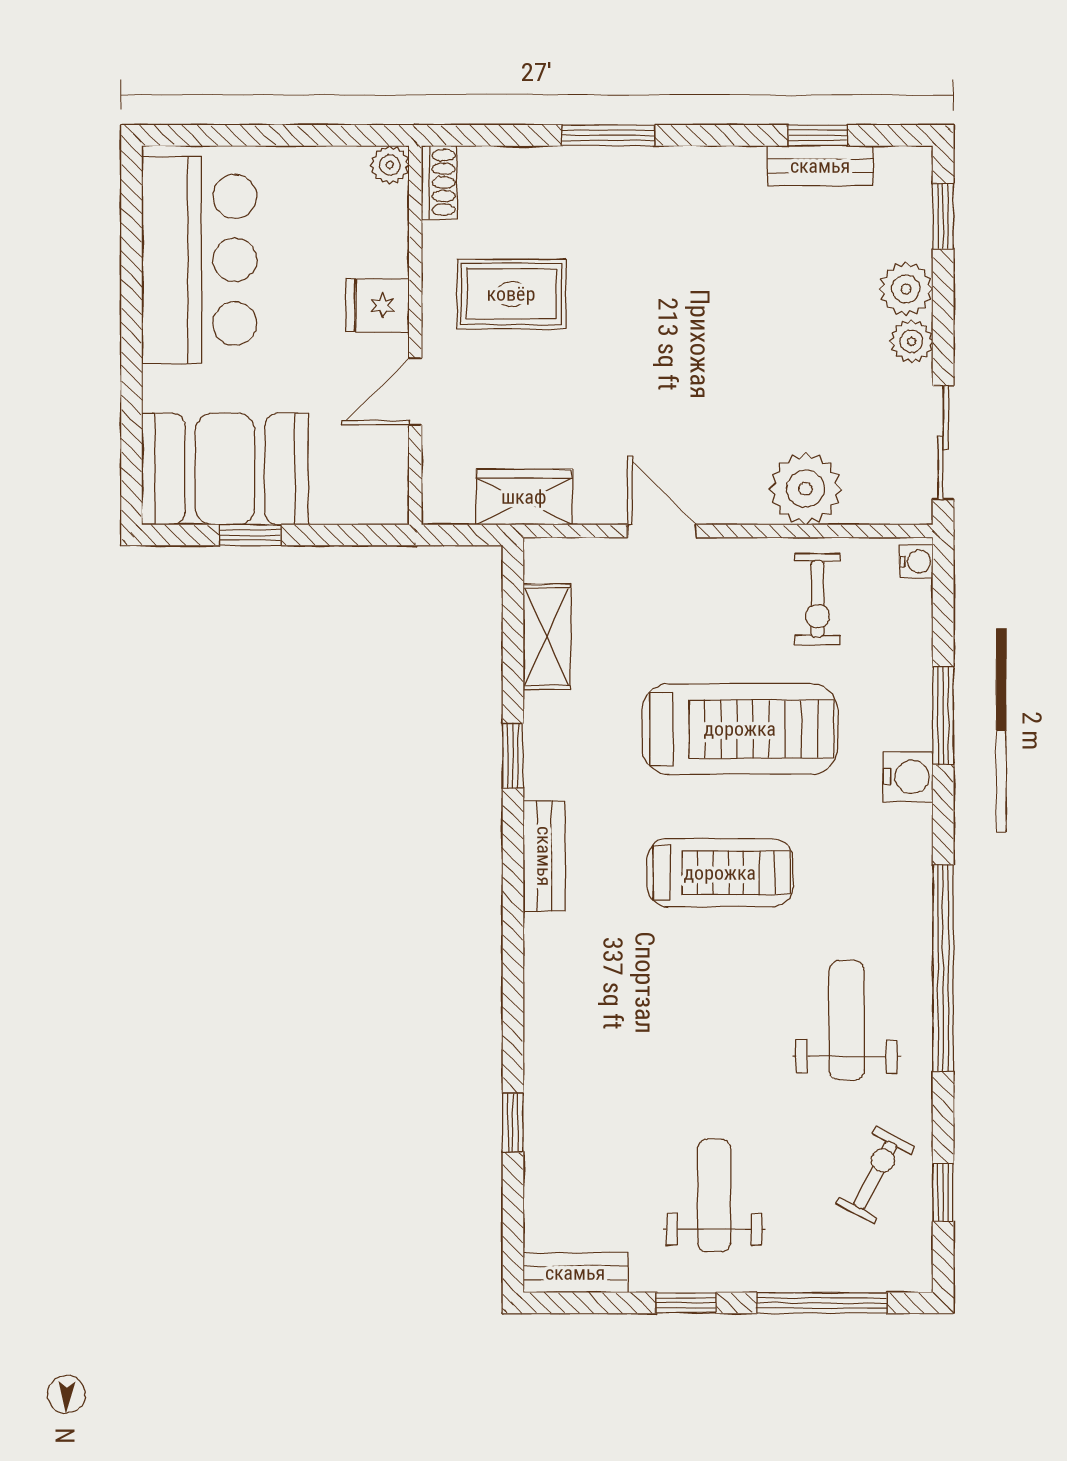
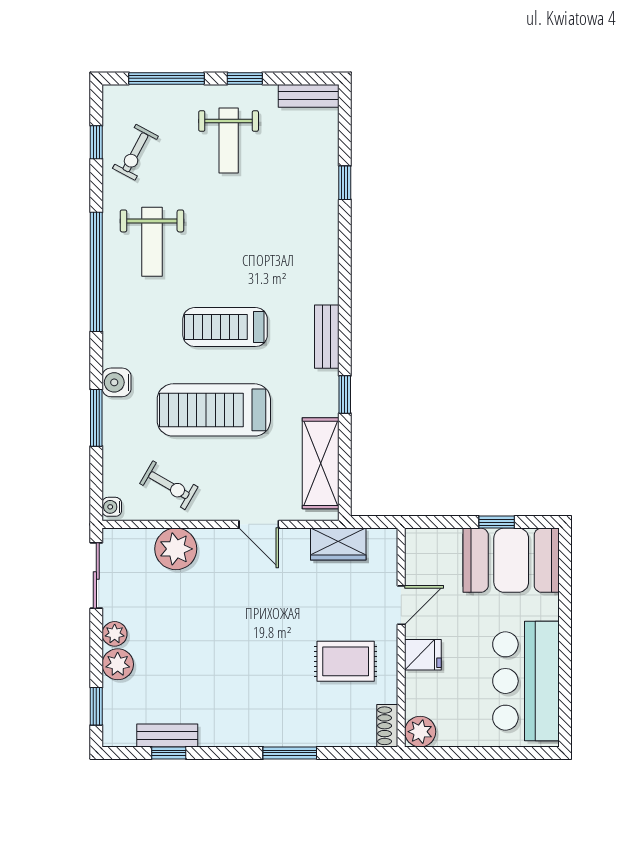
plant: (390, 165) -> (420, 732), width x1.38, depth x1.38
exercise bike: (817, 599) -> (169, 485), turned 120
shelving: (547, 637) -> (321, 463), width x1.50, depth x1.33

